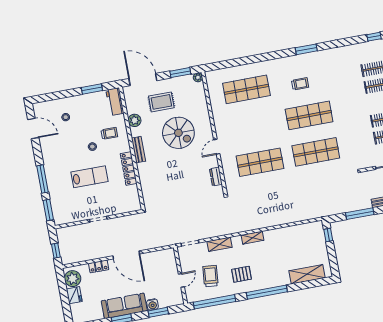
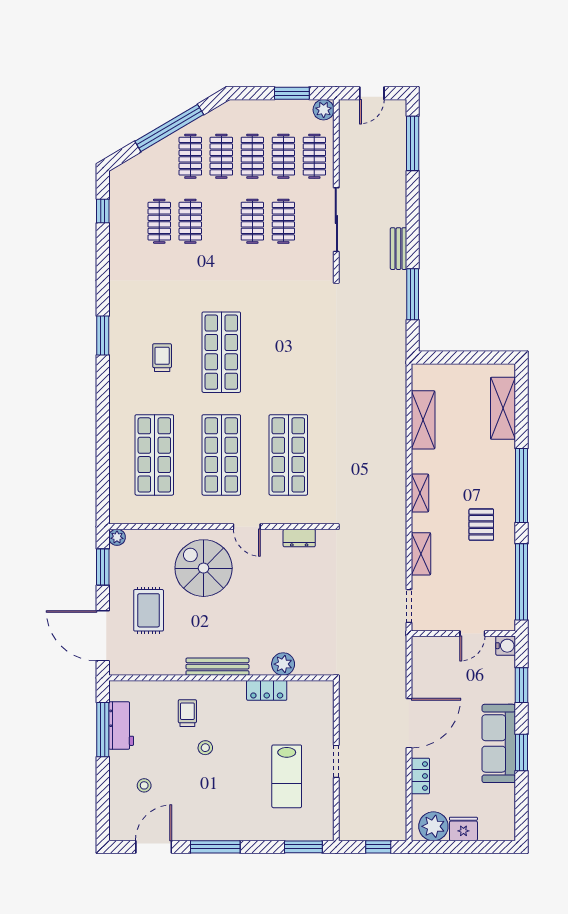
door: (143, 80) -> (103, 636), hinge flipped
window: (92, 89) -> (103, 730), width x1.44
workbench: (115, 102) -> (121, 726), moved, turned -90
plant: (135, 120) -> (283, 664), moved
spiral stairs: (178, 133) -> (204, 568), moved, turned -90
bench: (138, 150) -> (217, 667), width x1.36
shop shelf: (316, 152) -> (221, 455), moved
locker: (129, 169) -> (267, 690), width x0.66
lab bench: (89, 177) -> (287, 776), moved, turned 180
window: (43, 179) -> (215, 847), moved
shelving: (293, 232) -> (423, 420), added
window: (328, 235) -> (440, 358), removed
trolley: (210, 276) -> (474, 580), removed
door: (181, 280) -> (472, 633), swing flipped
water cooler: (152, 304) -> (506, 646), moved

